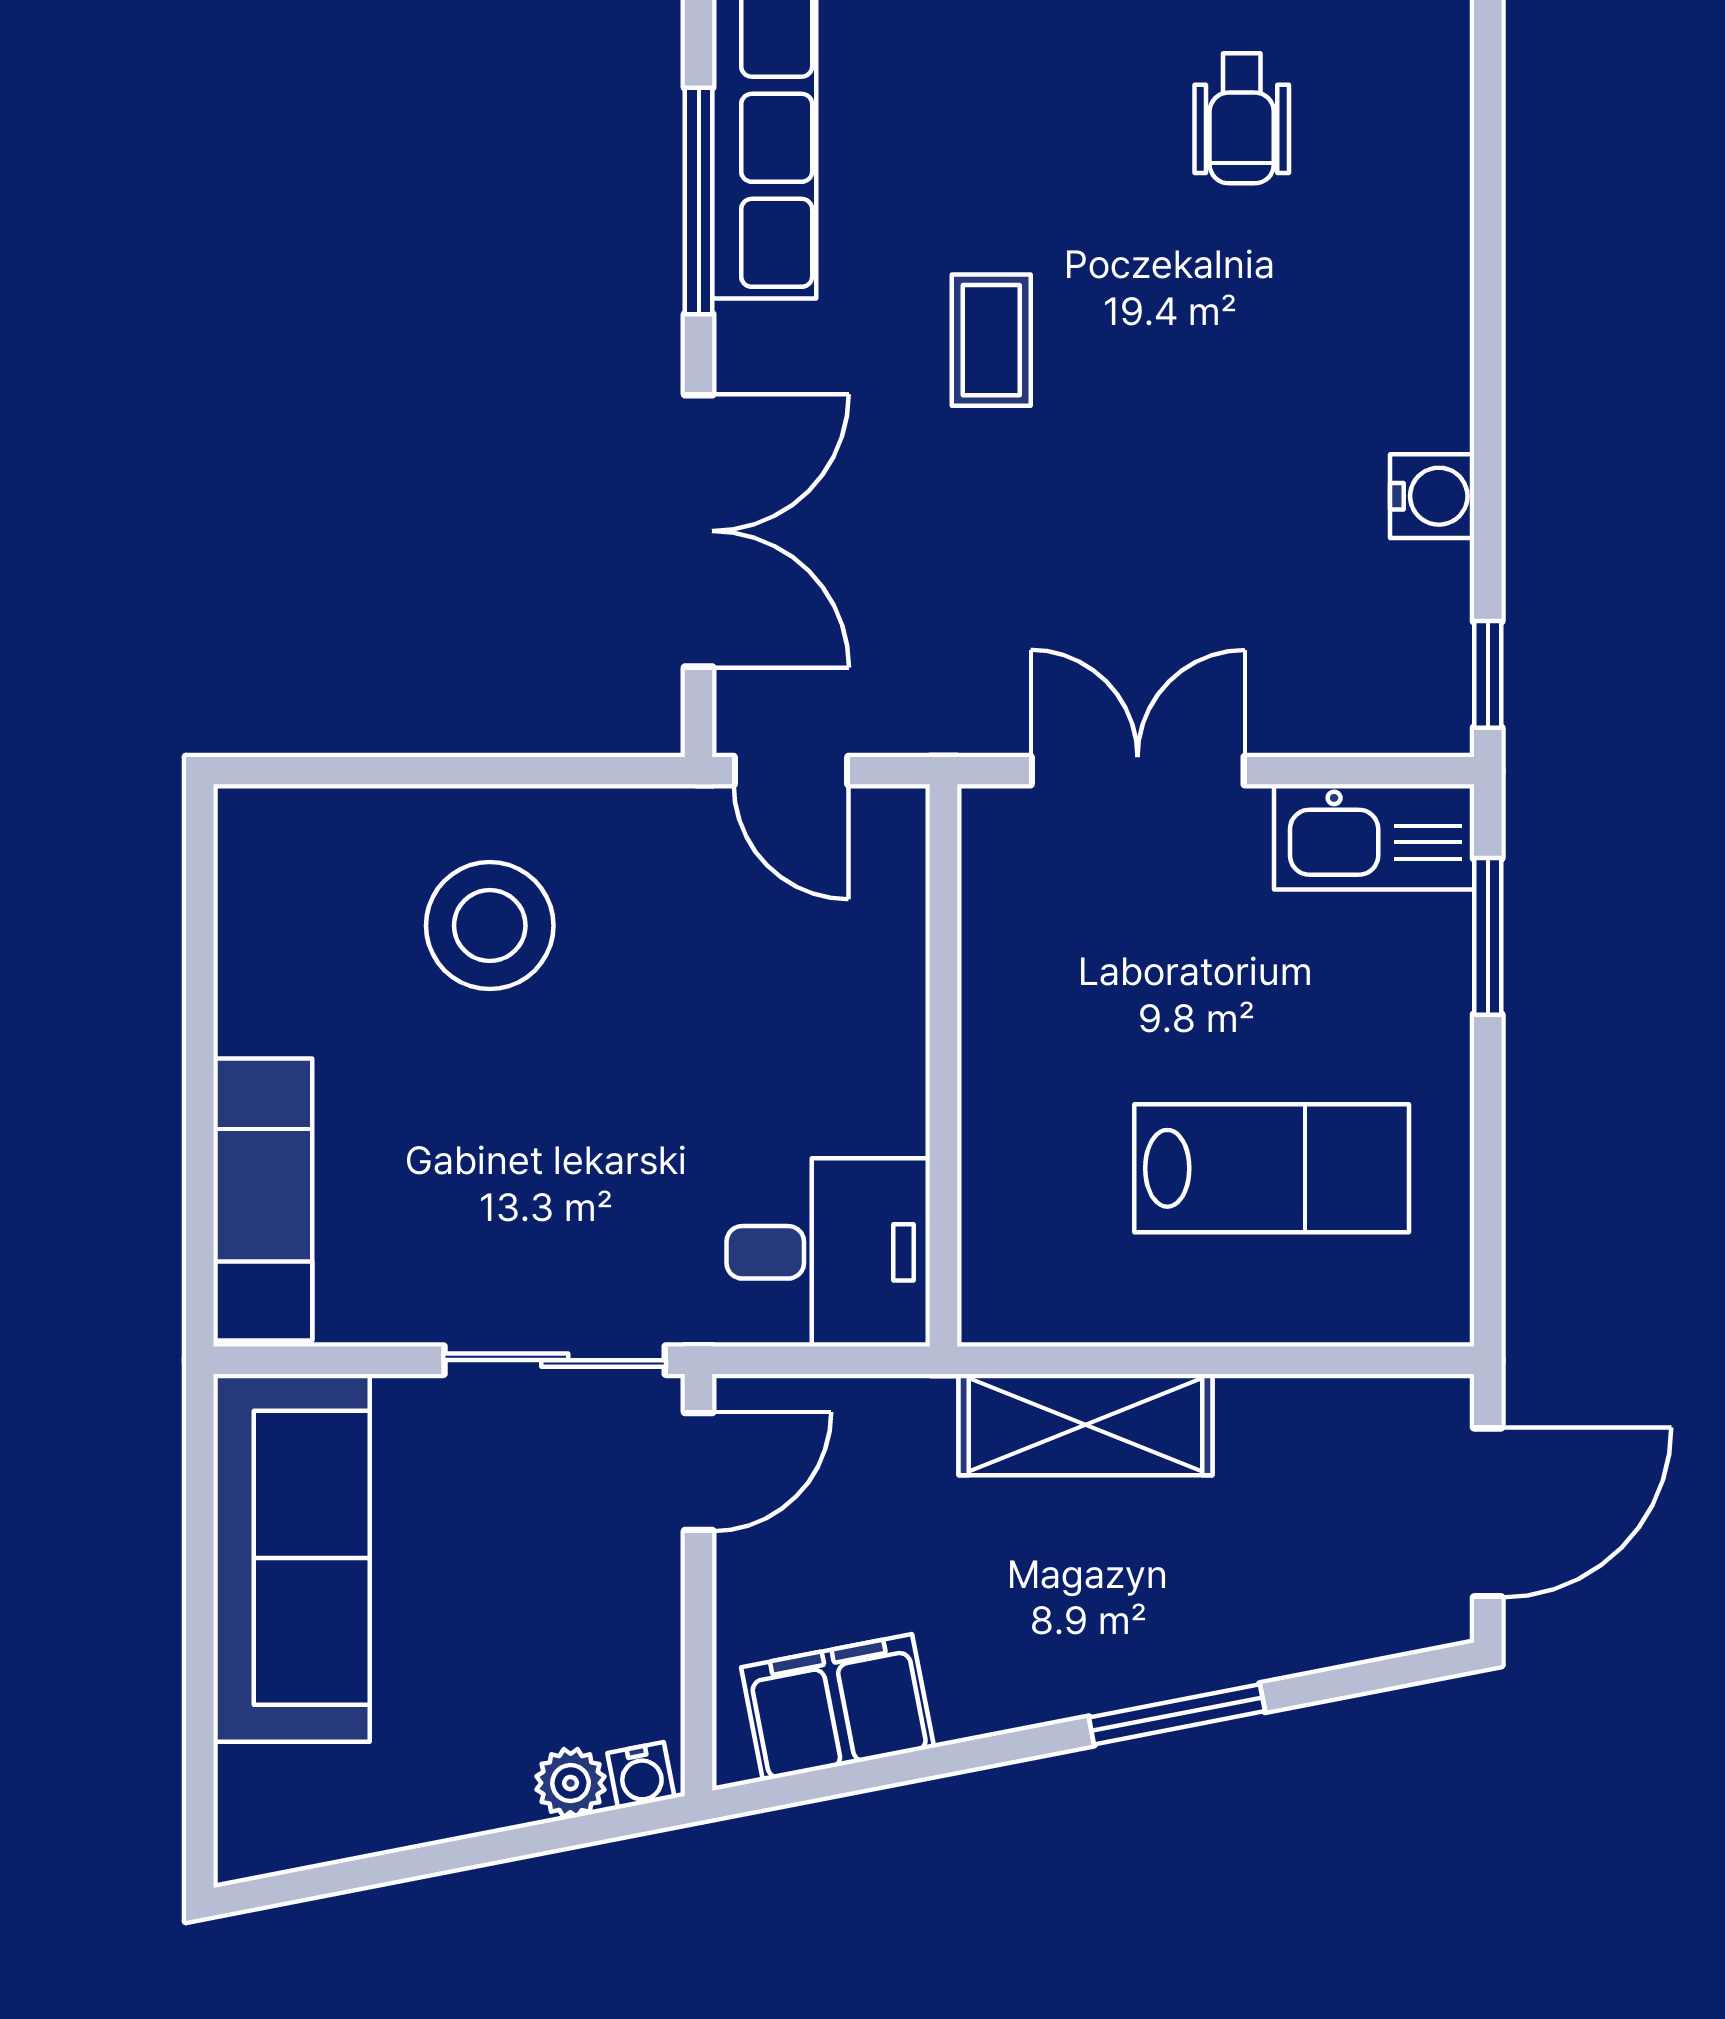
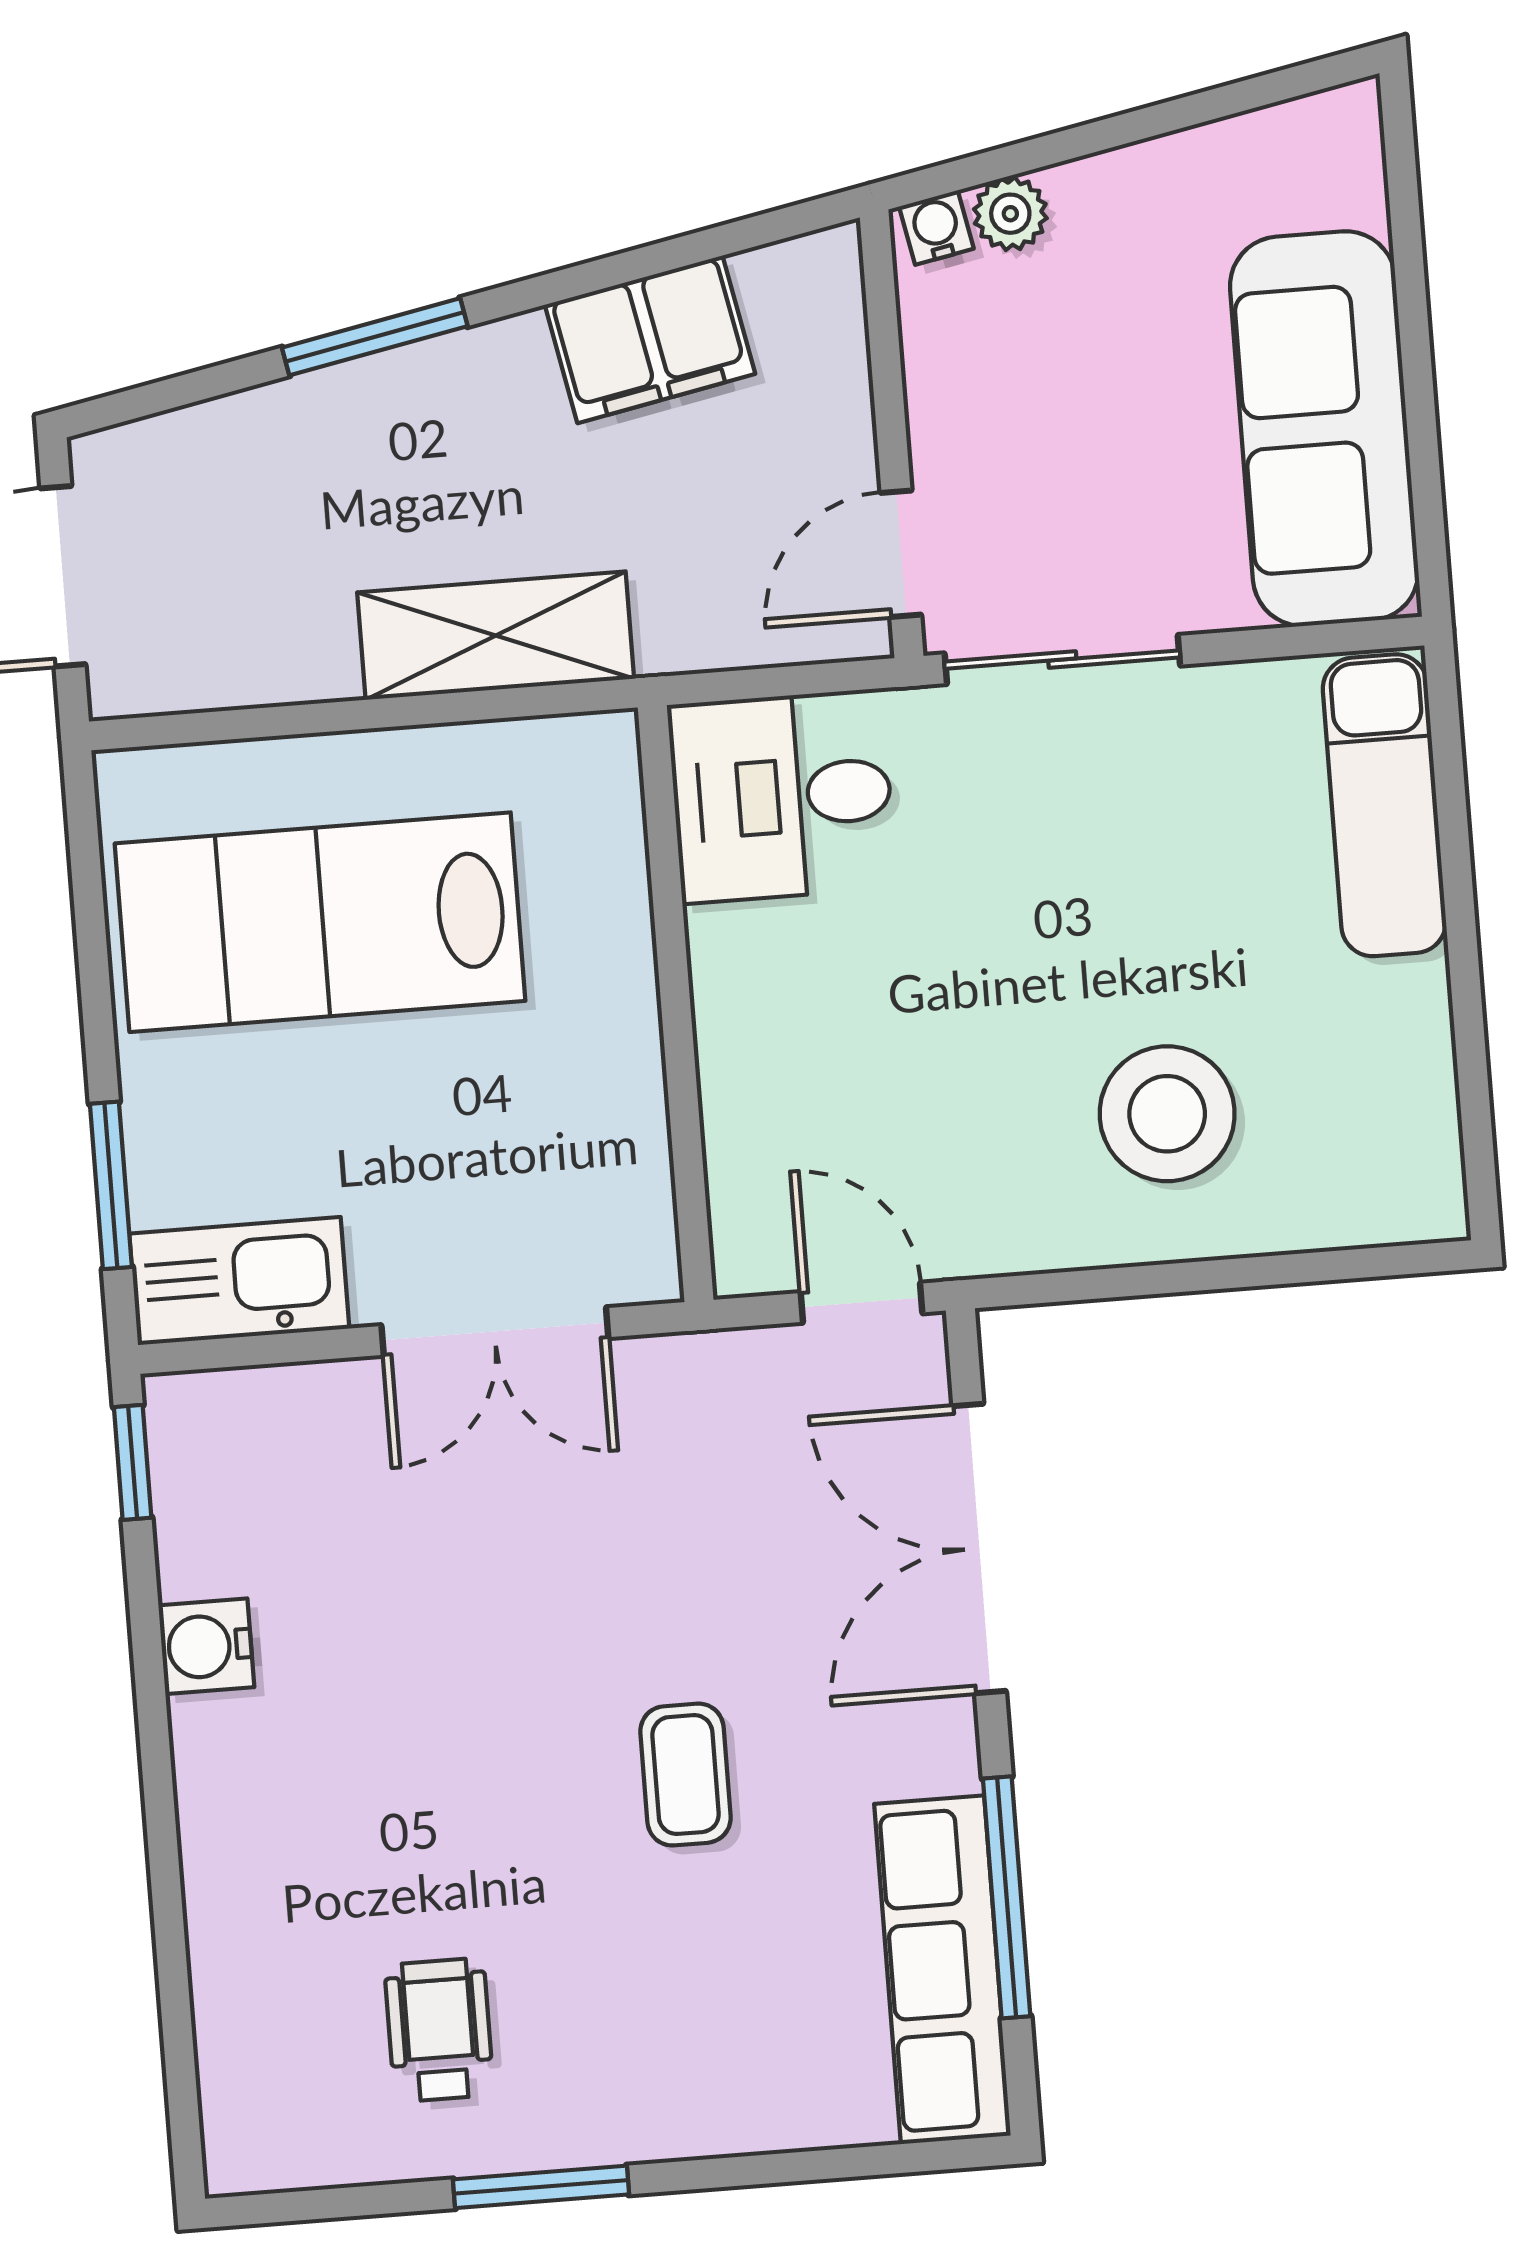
lab bench: (1272, 1168) -> (320, 922), width x1.36, depth x1.39
filing cabinet: (838, 1707) -> (650, 339), moved

